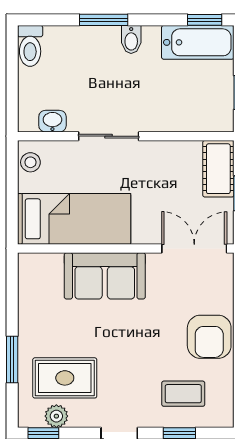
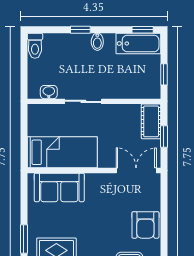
window: (104, 20) -> (80, 30), width x0.67
stool: (30, 162) -> (35, 117), removed
sofa: (105, 276) -> (59, 187), moved

